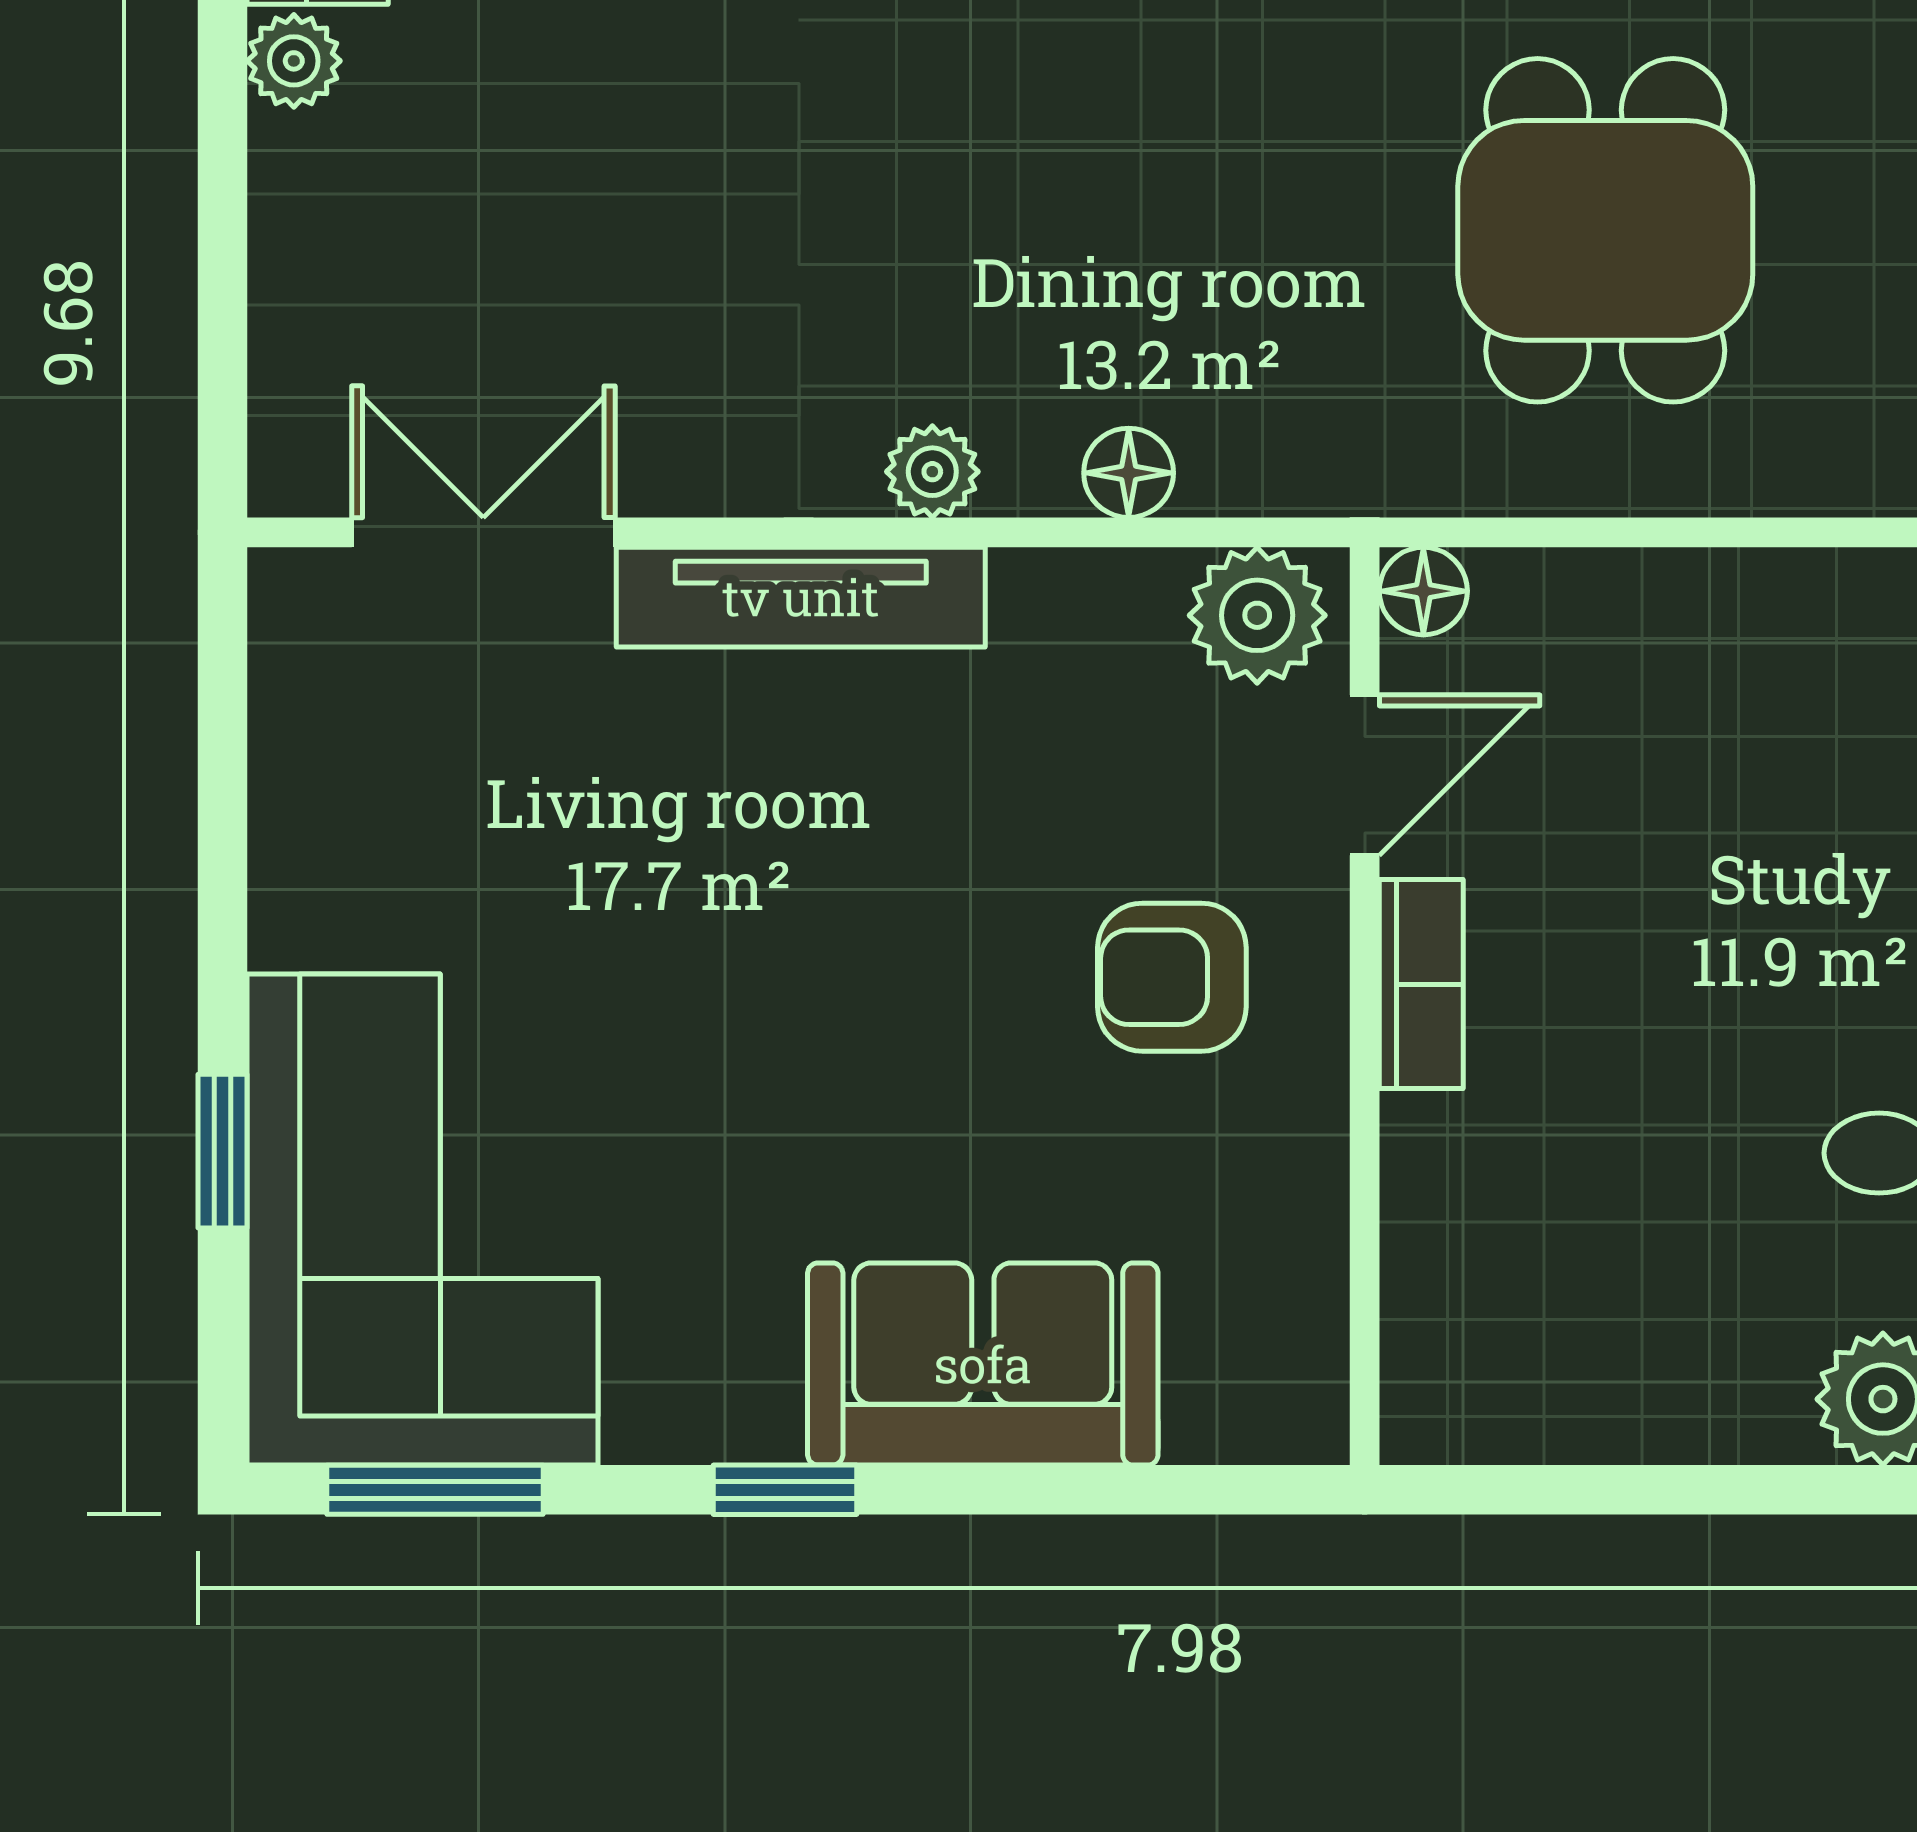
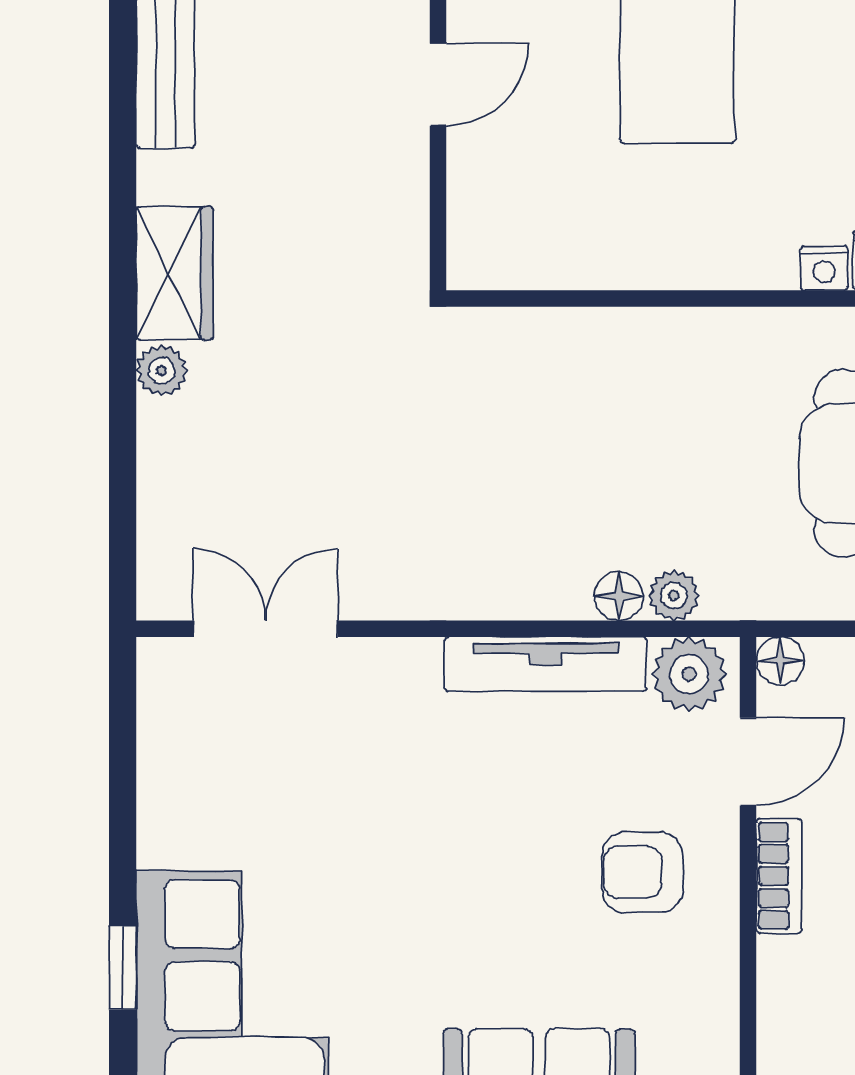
plant: (932, 472) -> (674, 595), moved
tv unit: (801, 597) -> (545, 664), moved

